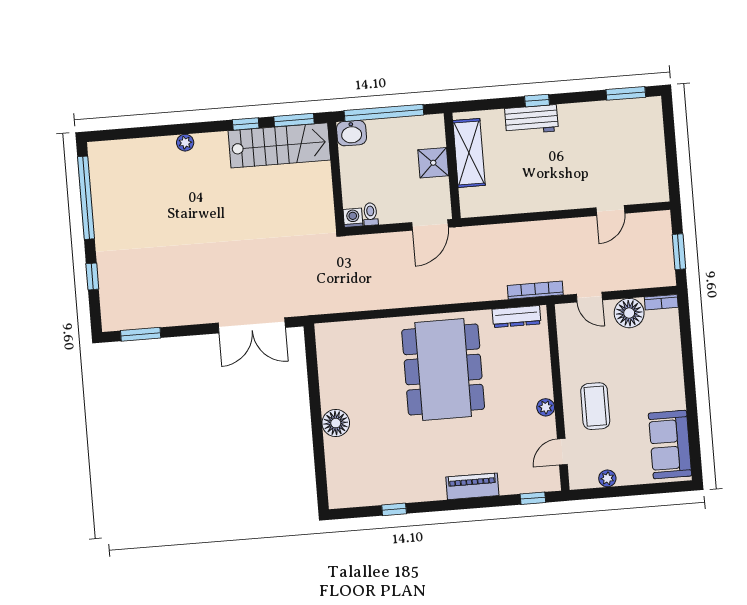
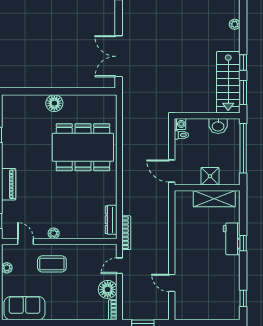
window: (626, 93) -> (243, 298), width x0.67
washbasin: (351, 133) -> (218, 126), moved, turned -90
dining table: (443, 369) -> (83, 147), moved

